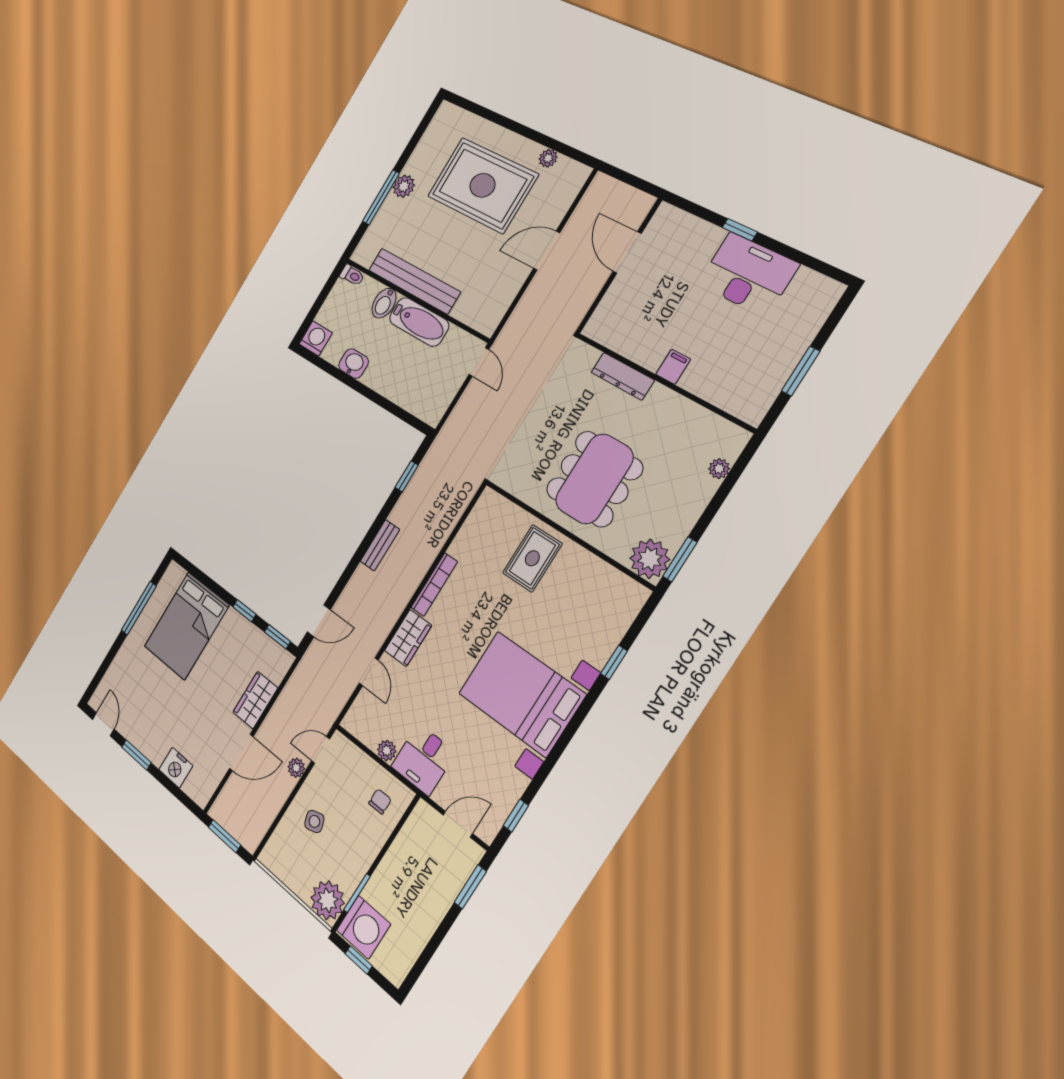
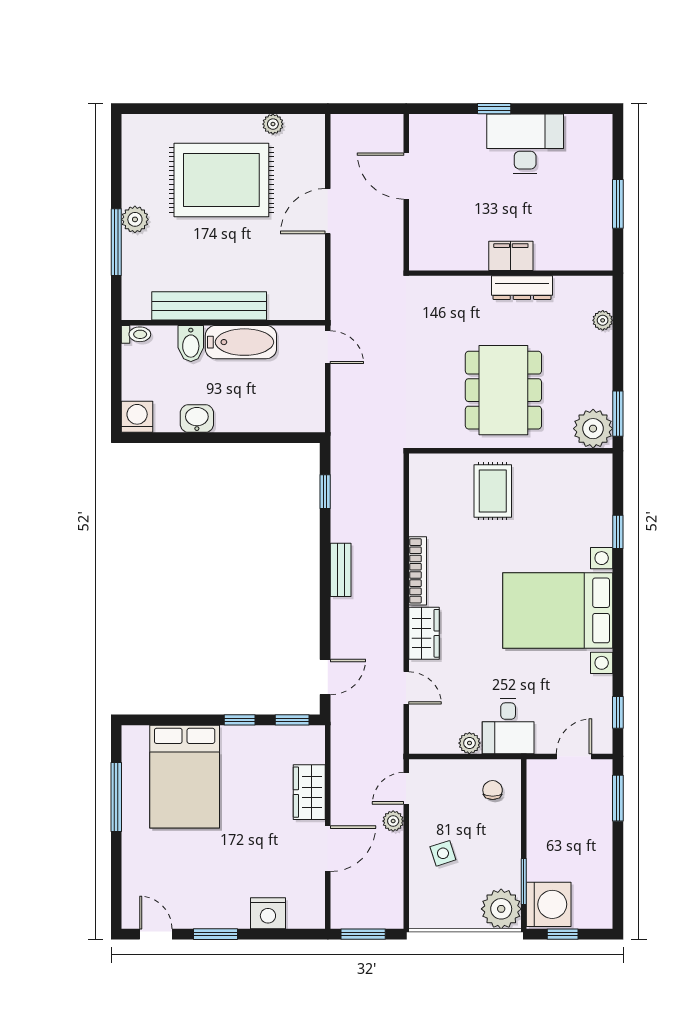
filing cabinet: (673, 367) -> (511, 256), width x2.00
dresser: (623, 376) -> (522, 288), moved

